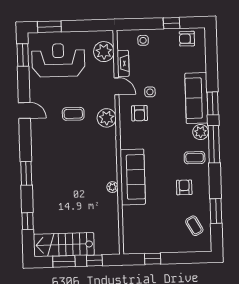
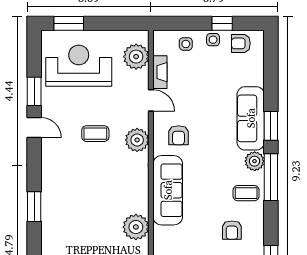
window: (23, 55) -> (34, 91), moved
side table: (150, 92) -> (213, 40), moved
sofa: (133, 177) -> (168, 190), moved
plant: (112, 187) -> (136, 227), width x1.88, depth x1.88
armchair: (184, 187) -> (232, 230), turned 180

